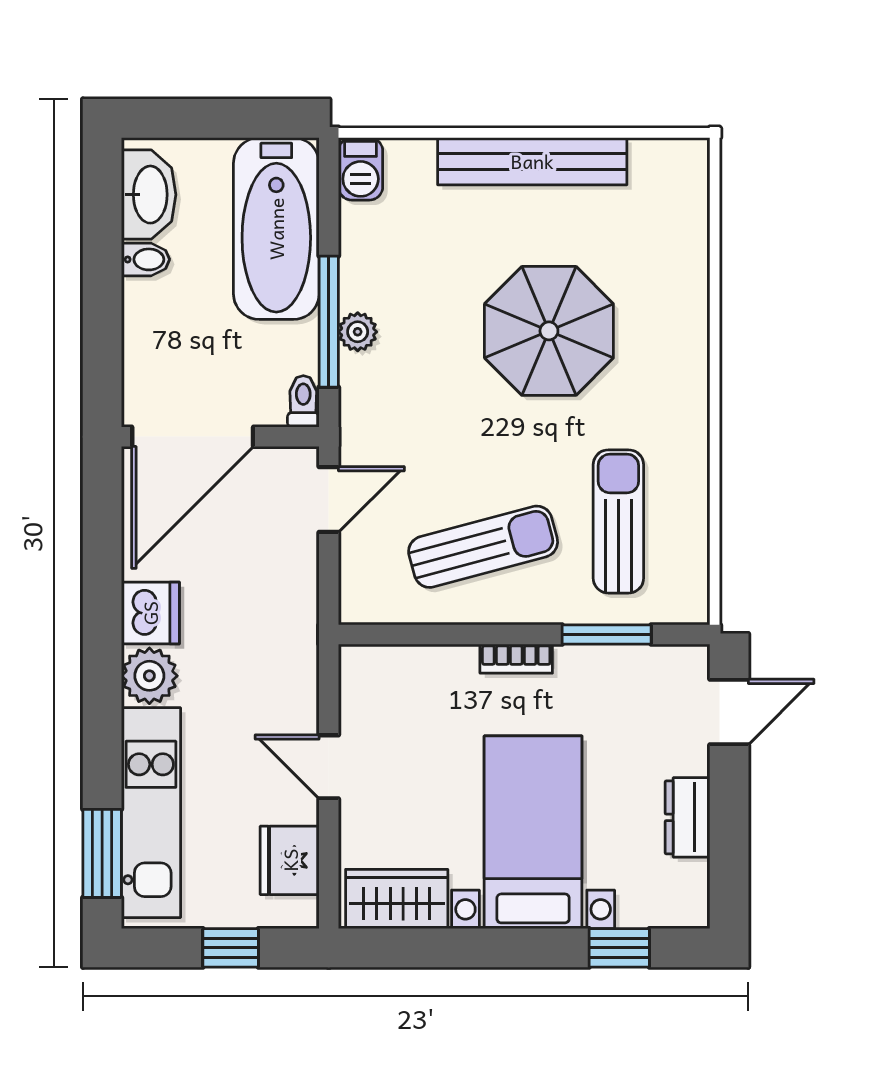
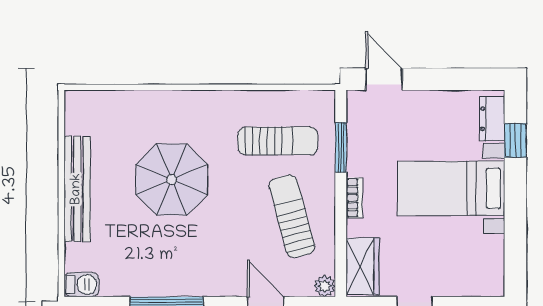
plant: (358, 332) -> (325, 286), moved
sun lounger: (618, 521) -> (278, 141), turned 180
dresser: (687, 817) -> (492, 119), moved, turned 90
wardrobe: (397, 899) -> (363, 266), moved, turned 180

